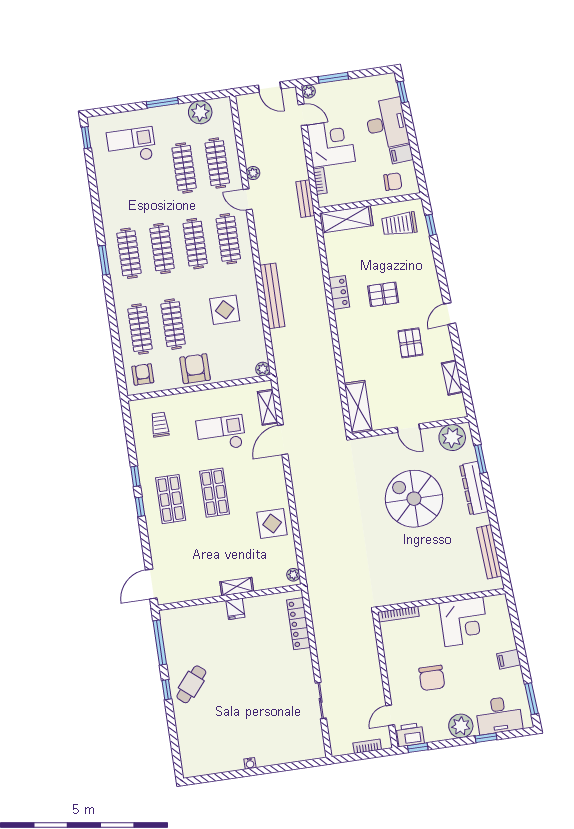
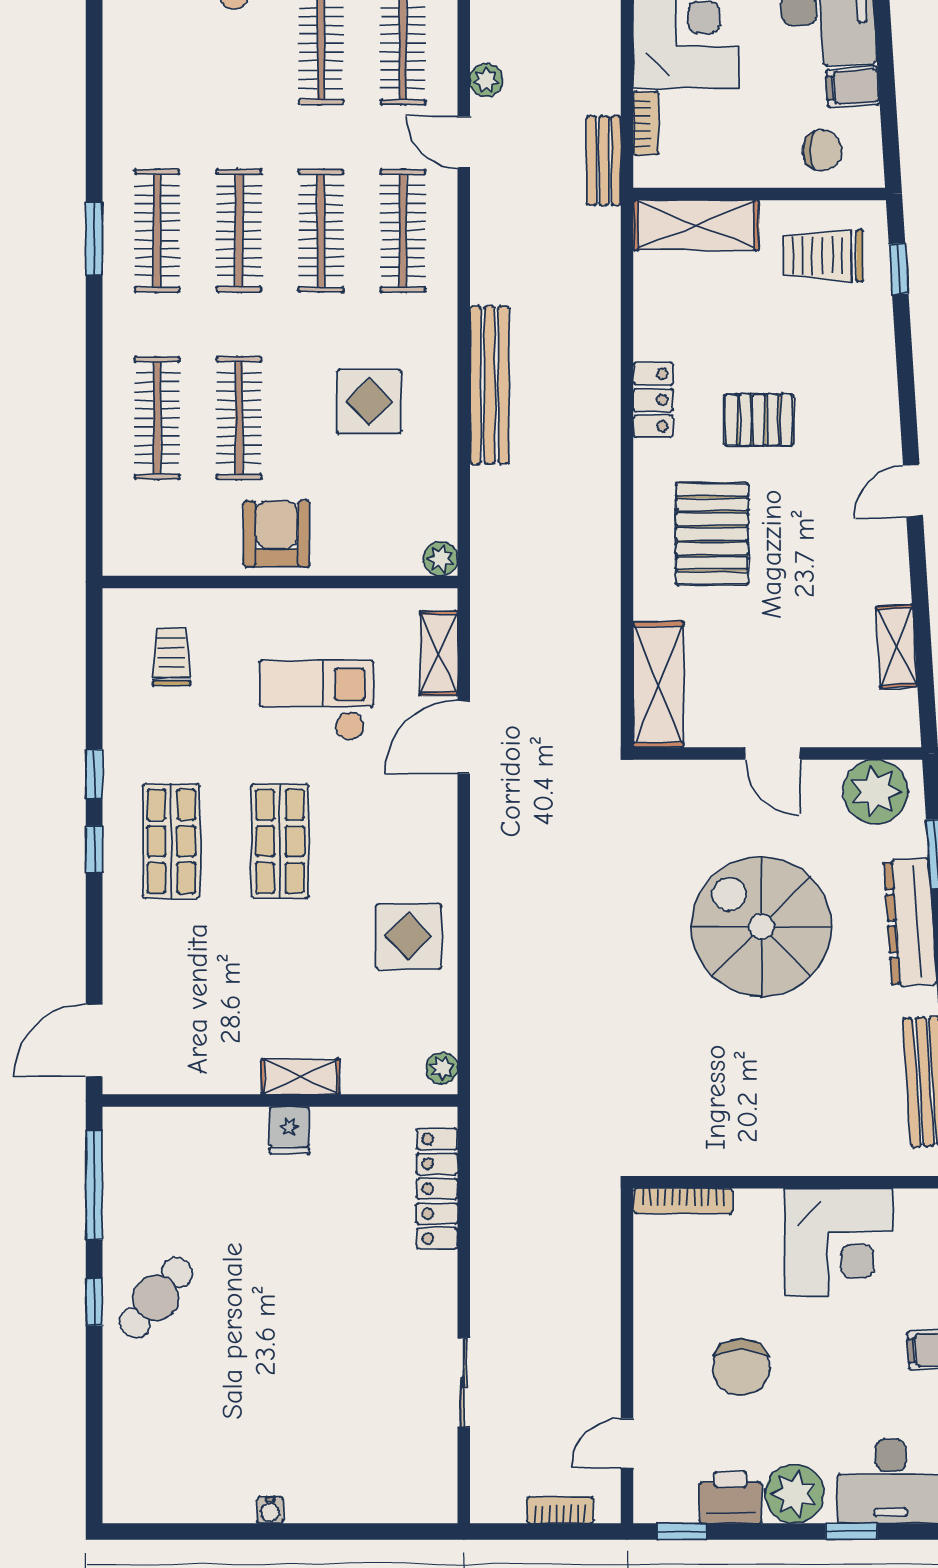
pallet: (410, 343) -> (712, 534), moved, width x1.50, depth x1.42
armchair: (143, 374) -> (148, 529), removed
printer: (410, 735) -> (730, 1497), moved

